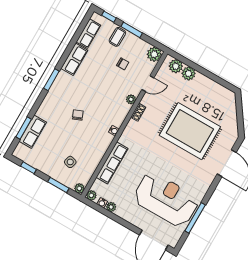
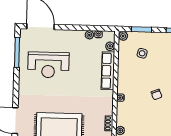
plant: (91, 195) -> (110, 46), moved
reception desk: (166, 199) -> (48, 65), width x0.74, depth x0.77
window: (195, 218) -> (17, 52), moved

